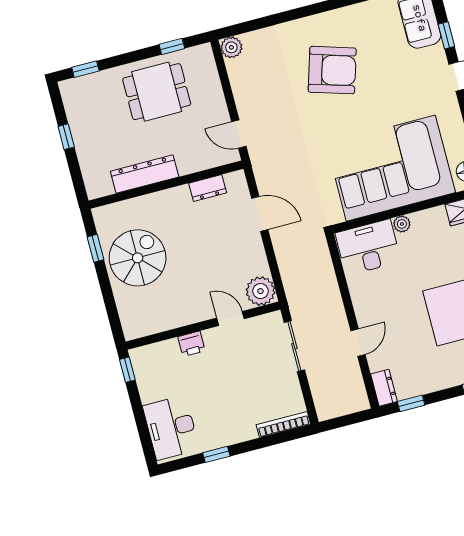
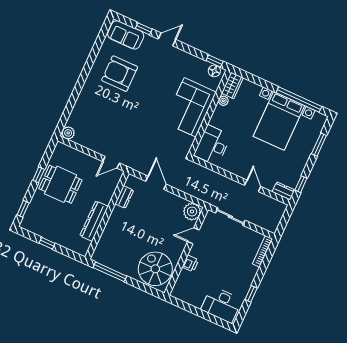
window: (172, 46) -> (39, 175), moved
armchair: (332, 70) -> (120, 74), moved, turned -107
dining table: (157, 92) -> (60, 184), turned 90
corner sofa: (391, 168) -> (190, 107), width x0.73, depth x0.74
door: (260, 214) -> (156, 183), hinge flipped
plant: (402, 224) -> (223, 101), moved
window: (95, 248) -> (110, 272), width x2.17
spiral stairs: (138, 258) -> (155, 269), moved
window: (127, 370) -> (178, 303), removed

